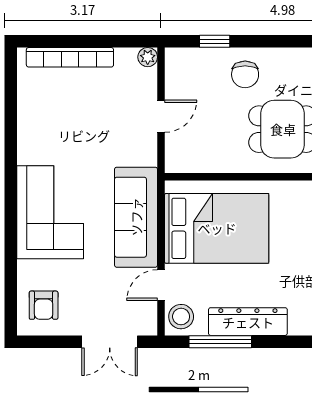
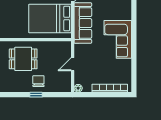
window: (215, 41) -> (36, 95), moved
corner sofa: (50, 212) -> (118, 39), moved

